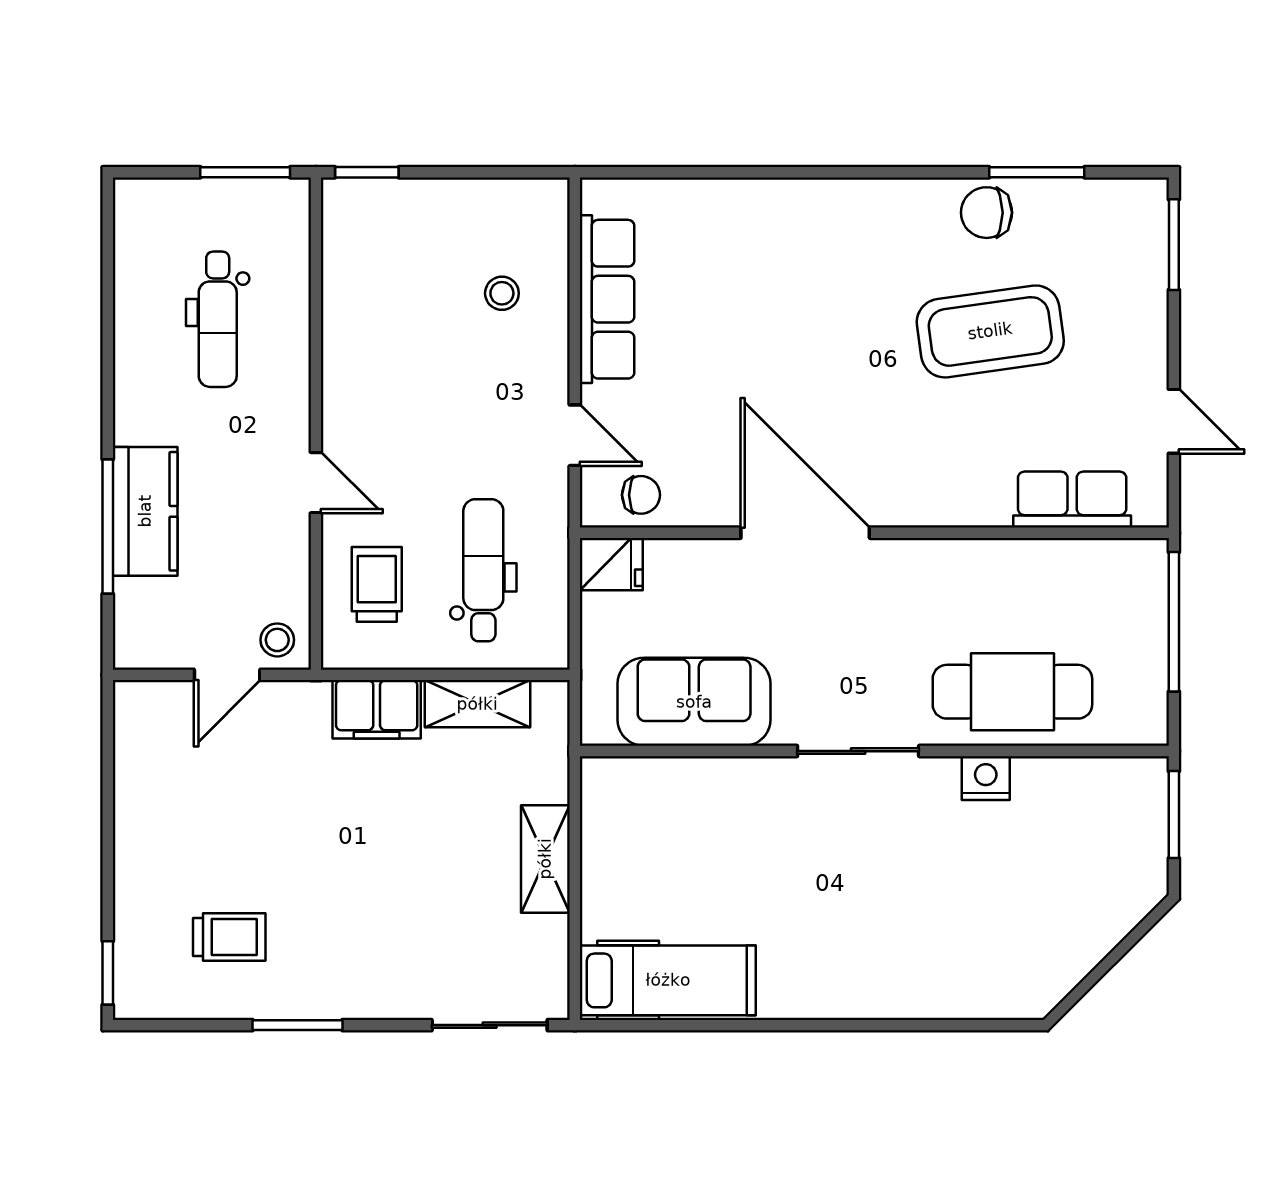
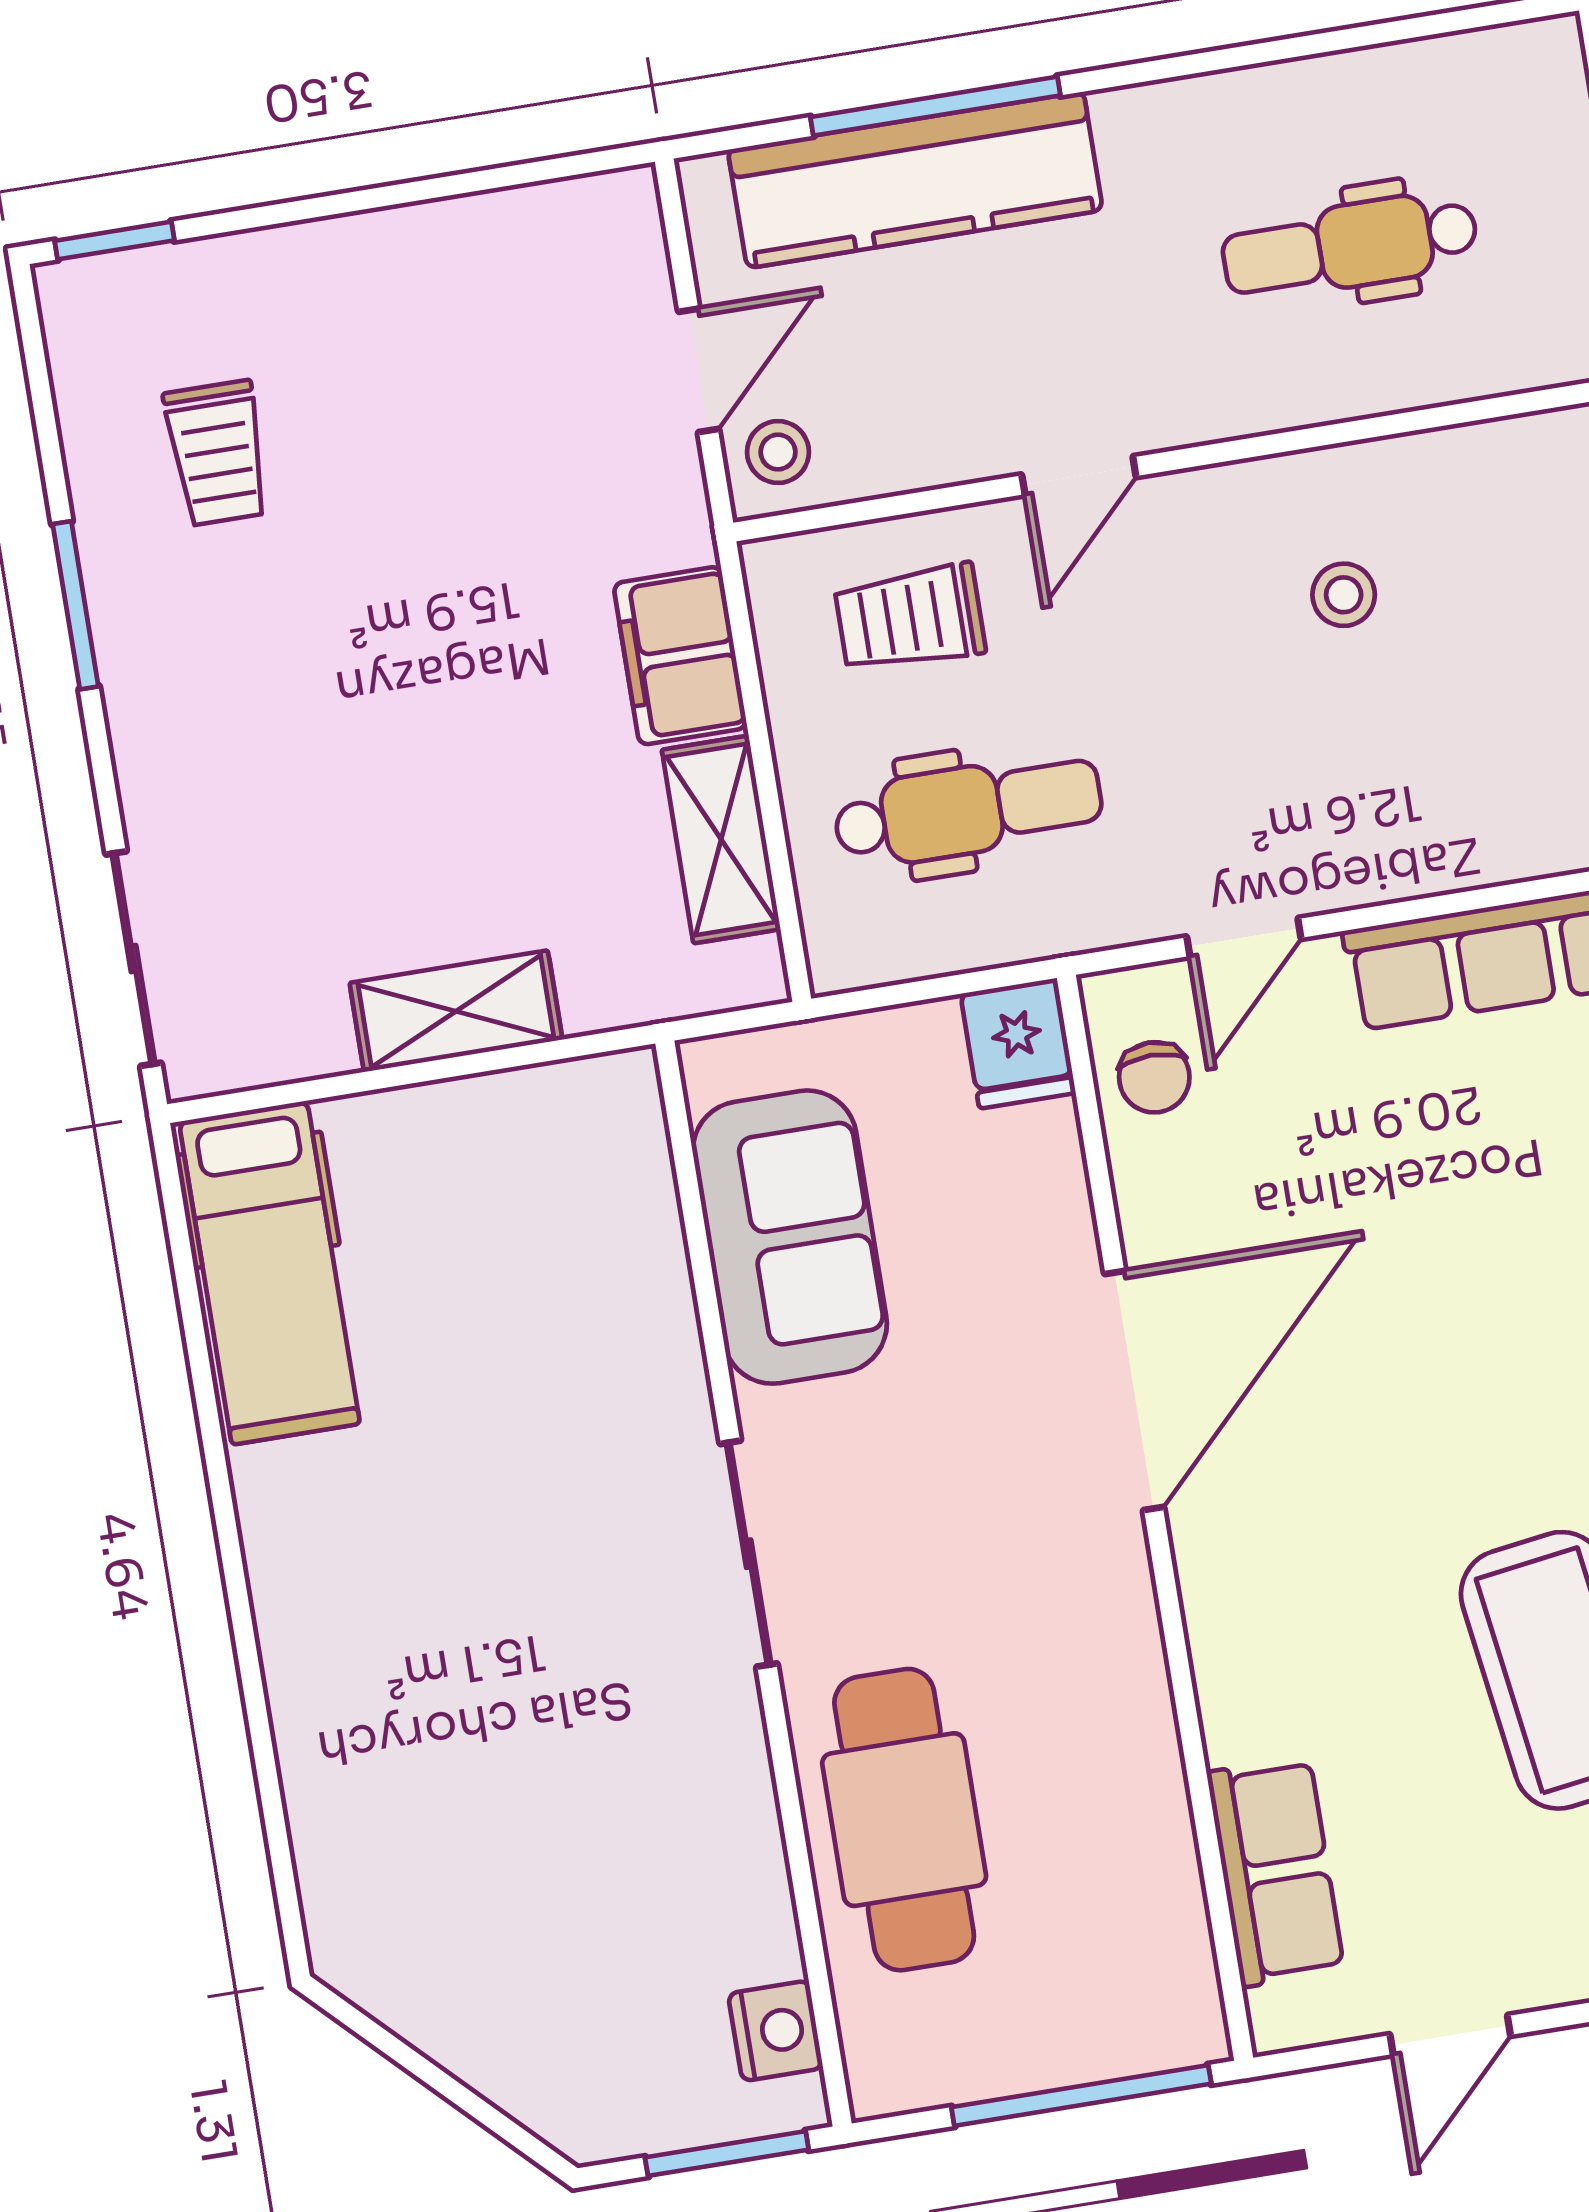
stool: (502, 293) -> (1344, 595), moved
kitchen counter: (145, 511) -> (915, 180), width x1.50
trolley: (377, 584) -> (910, 618), turned 180
door: (227, 675) -> (699, 370), swing flipped
nightstand: (986, 778) -> (776, 2031), moved

